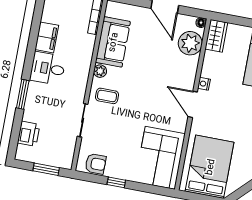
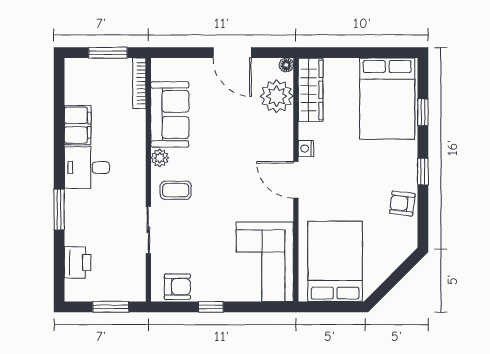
wardrobe: (216, 36) -> (311, 90), width x1.50

